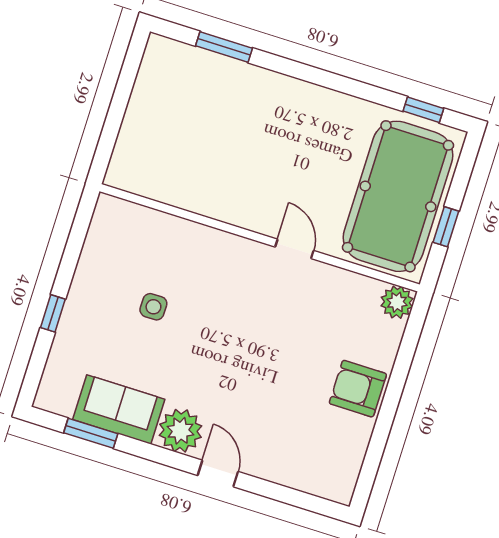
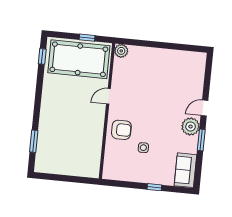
armchair: (358, 389) -> (121, 130), moved, turned -90
sofa: (119, 409) -> (185, 170), moved
window: (91, 433) -> (201, 140), moved

